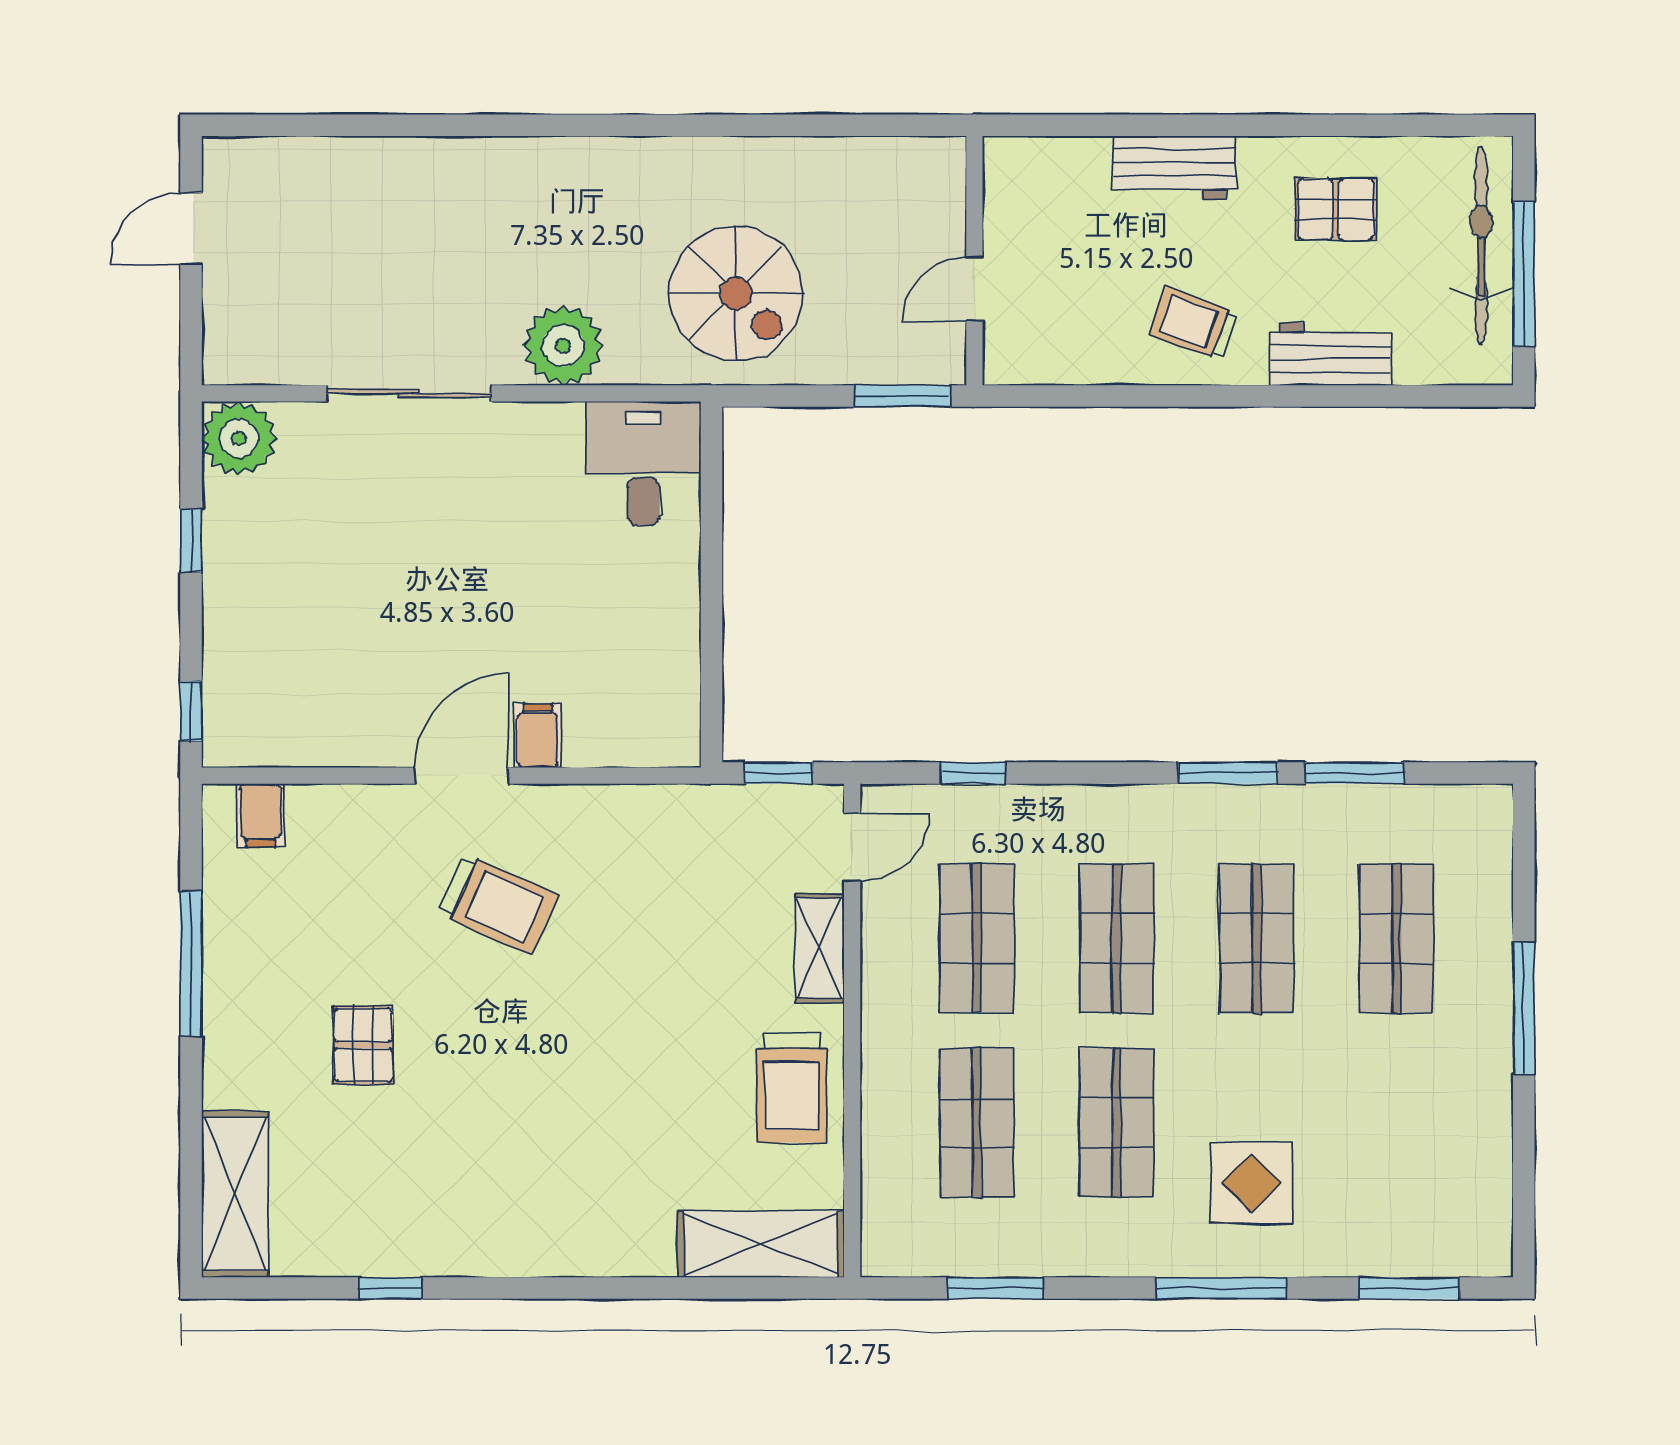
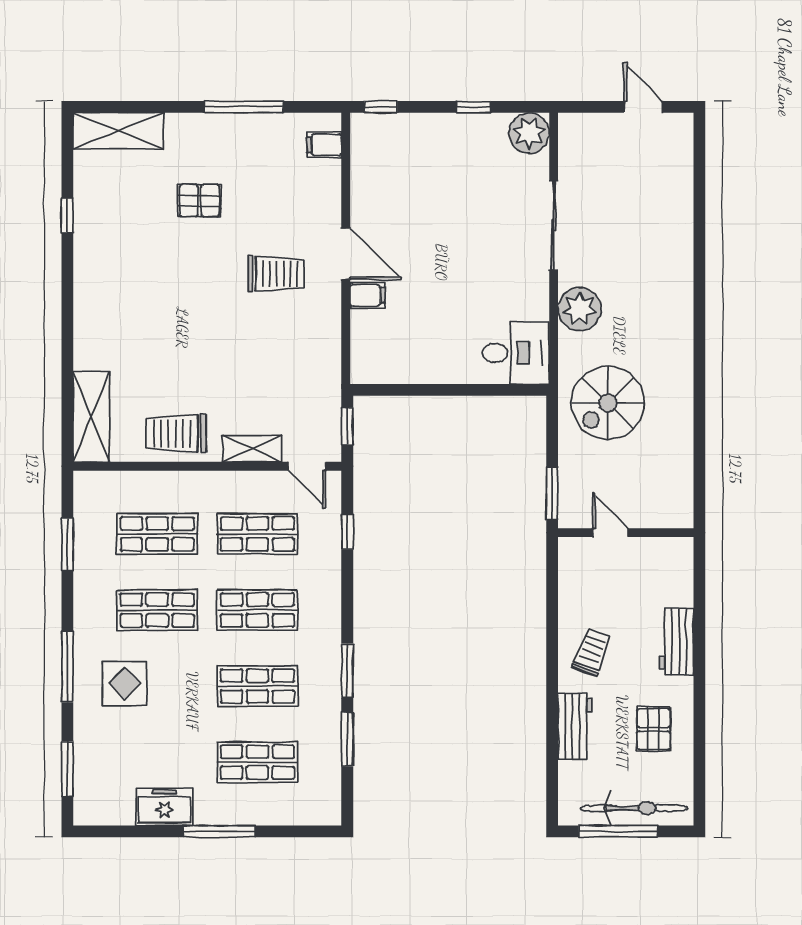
trolley: (498, 904) -> (276, 274), turned -114
freezer: (1479, 1109) -> (164, 807), added

